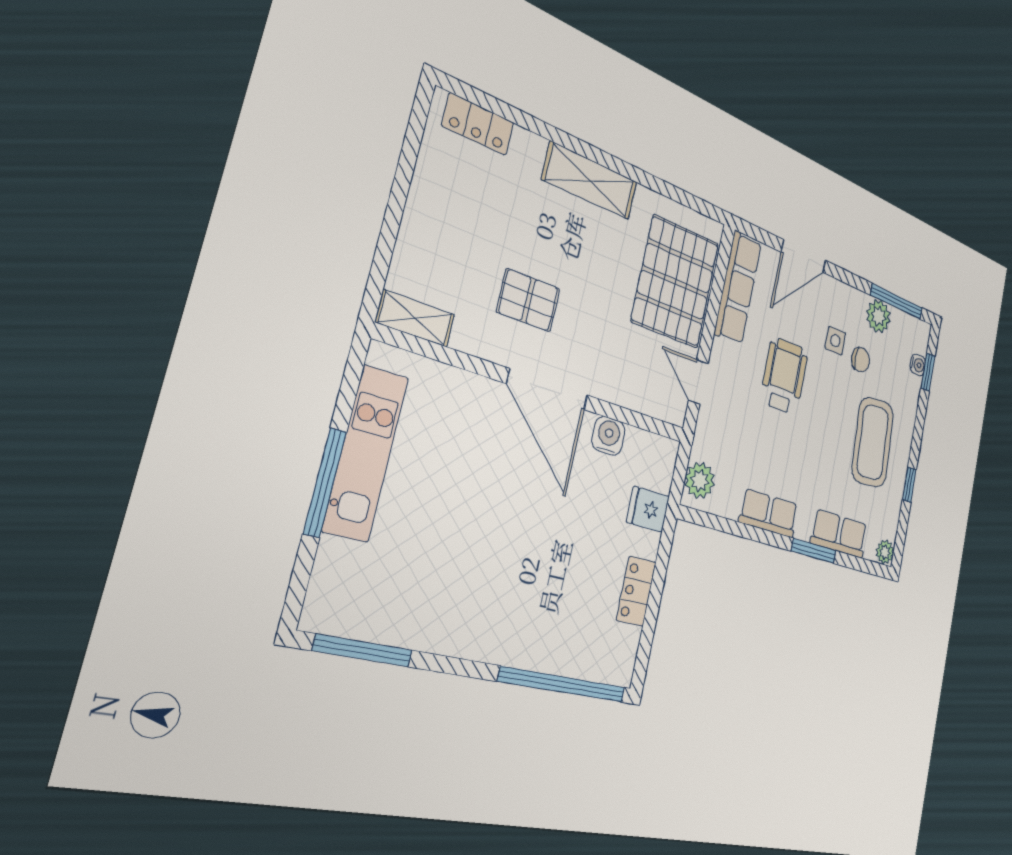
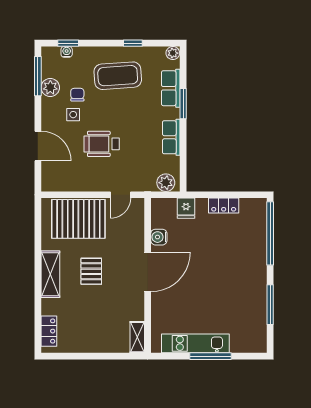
row of seats: (738, 288) -> (68, 183), removed
pallet: (528, 300) -> (91, 271), moved
window: (363, 651) -> (270, 305), moved

